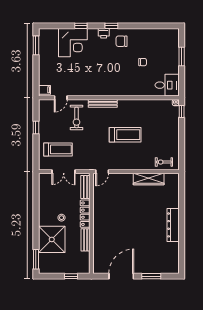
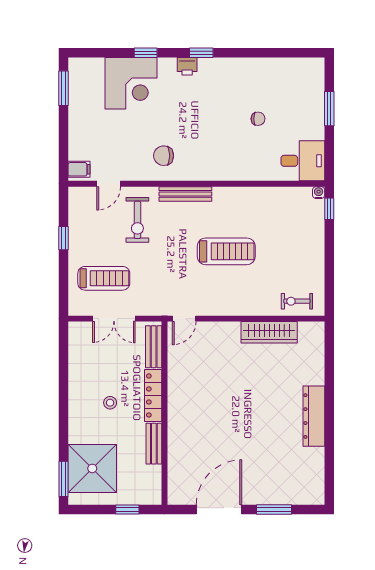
chair: (122, 41) -> (164, 156), moved
shower: (52, 239) -> (92, 468), moved

